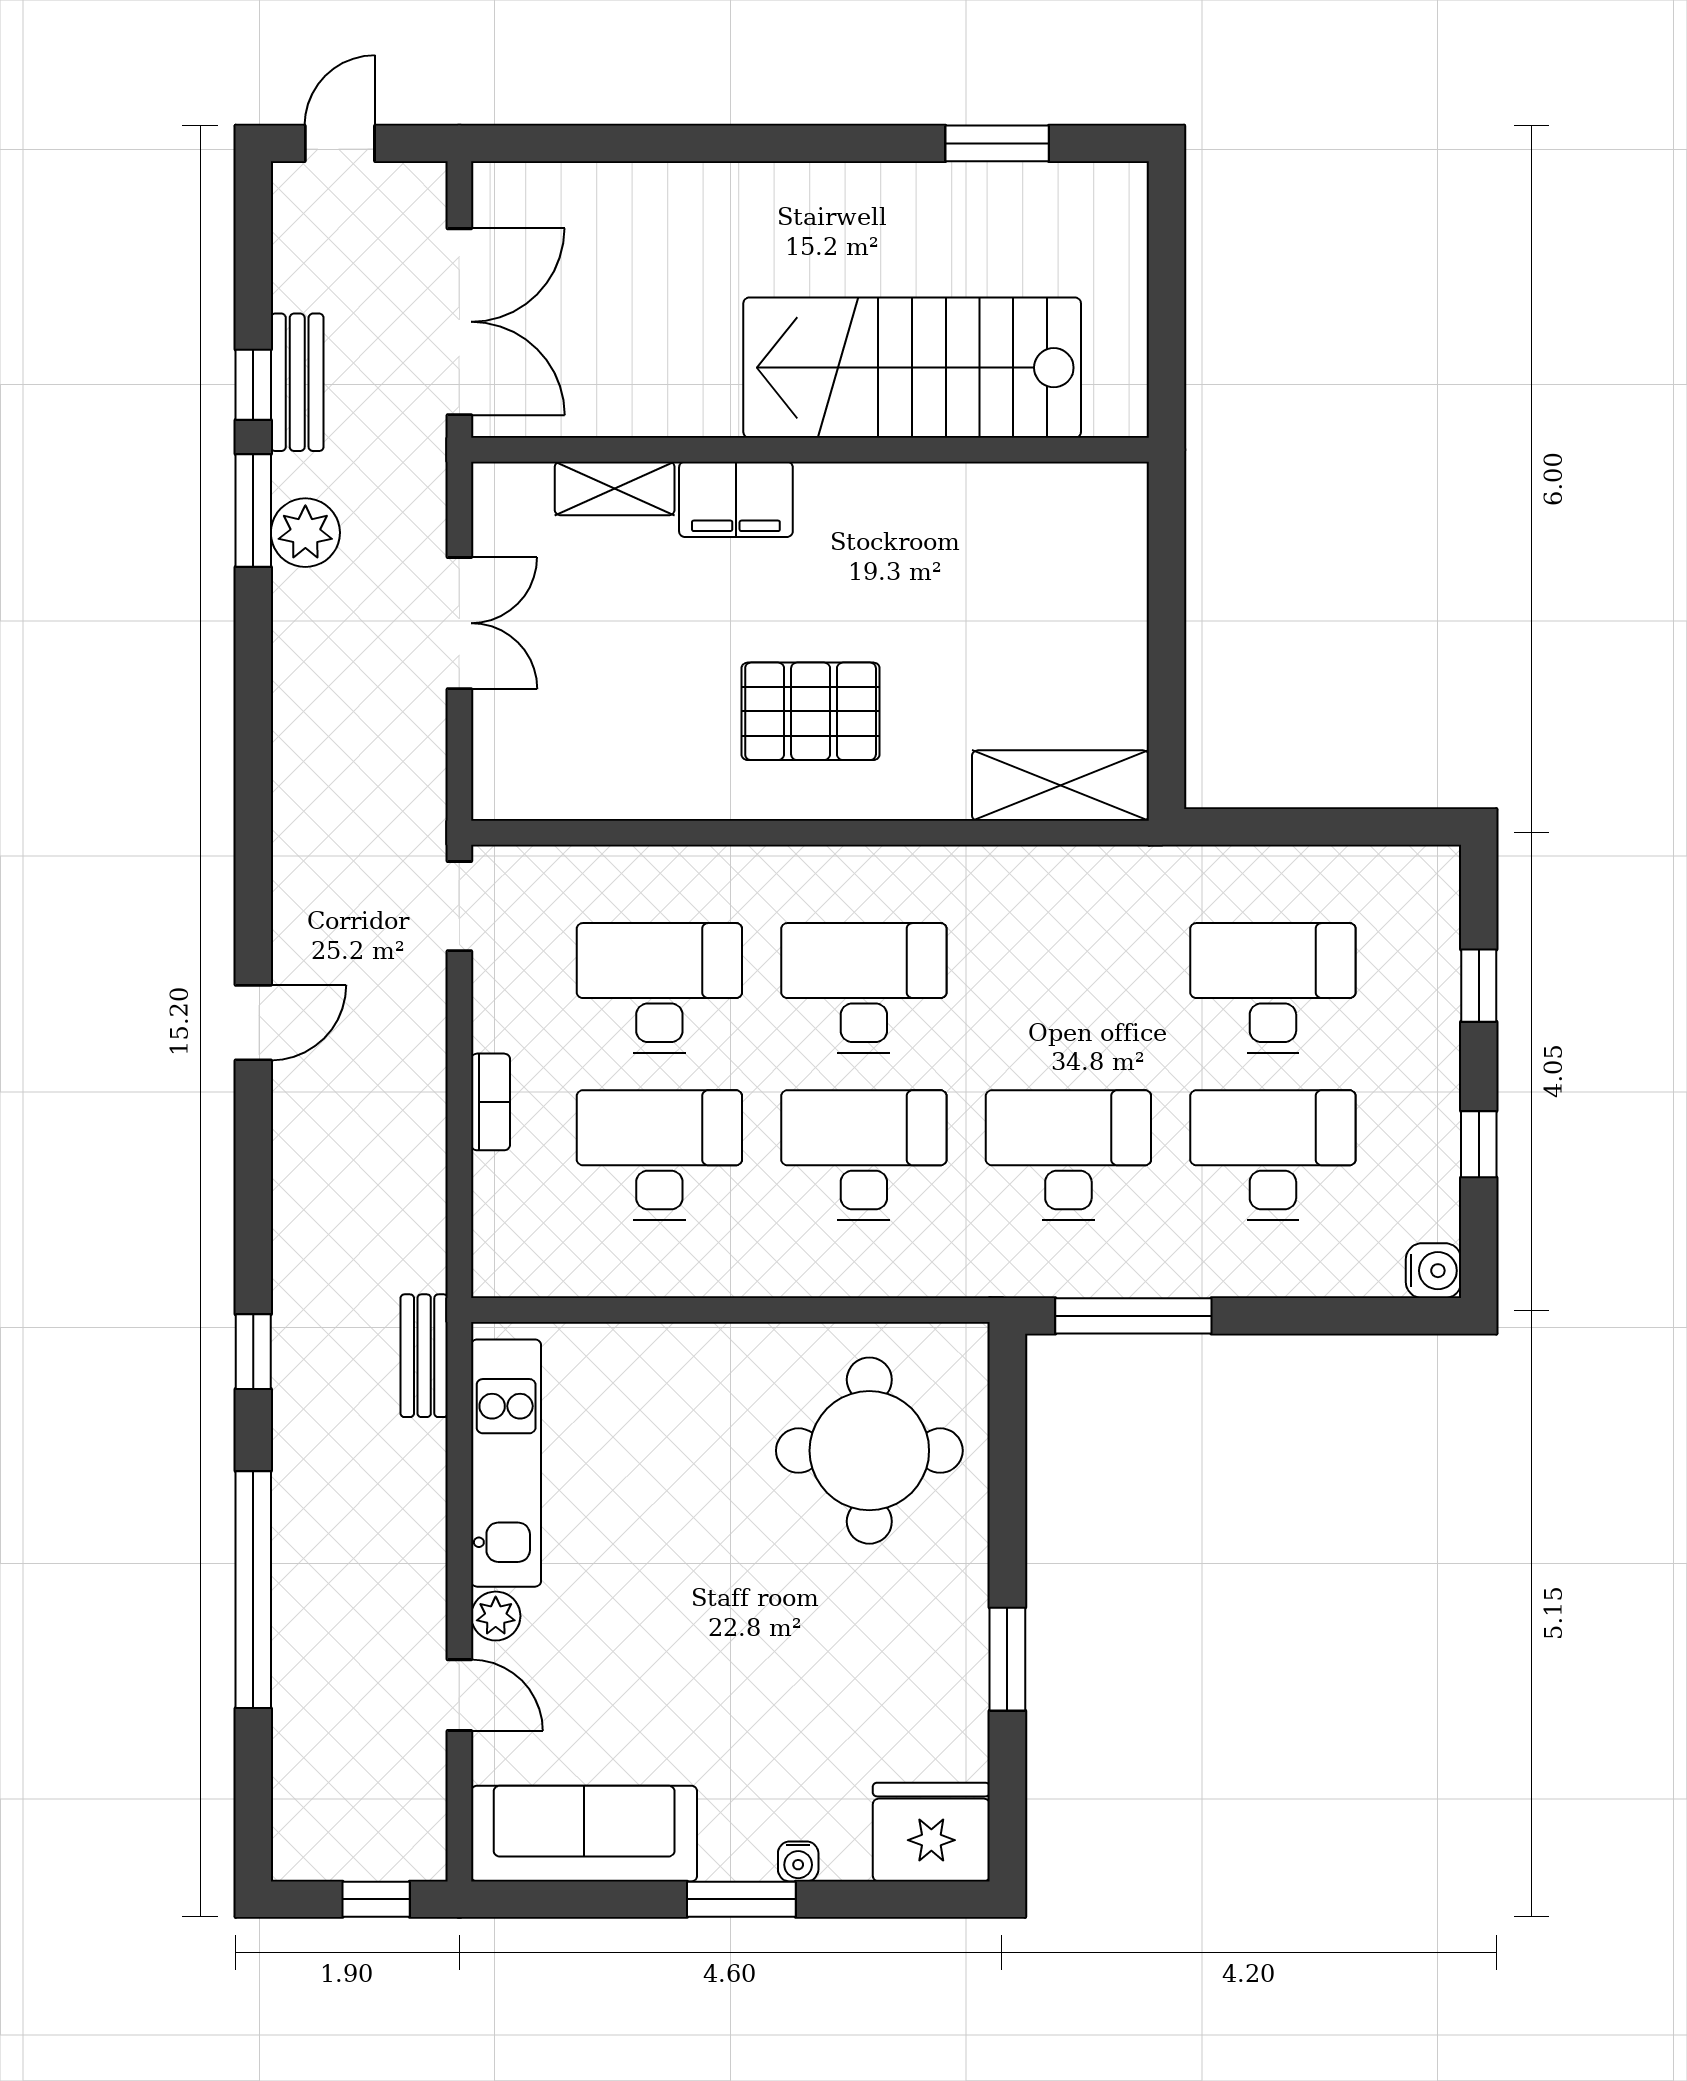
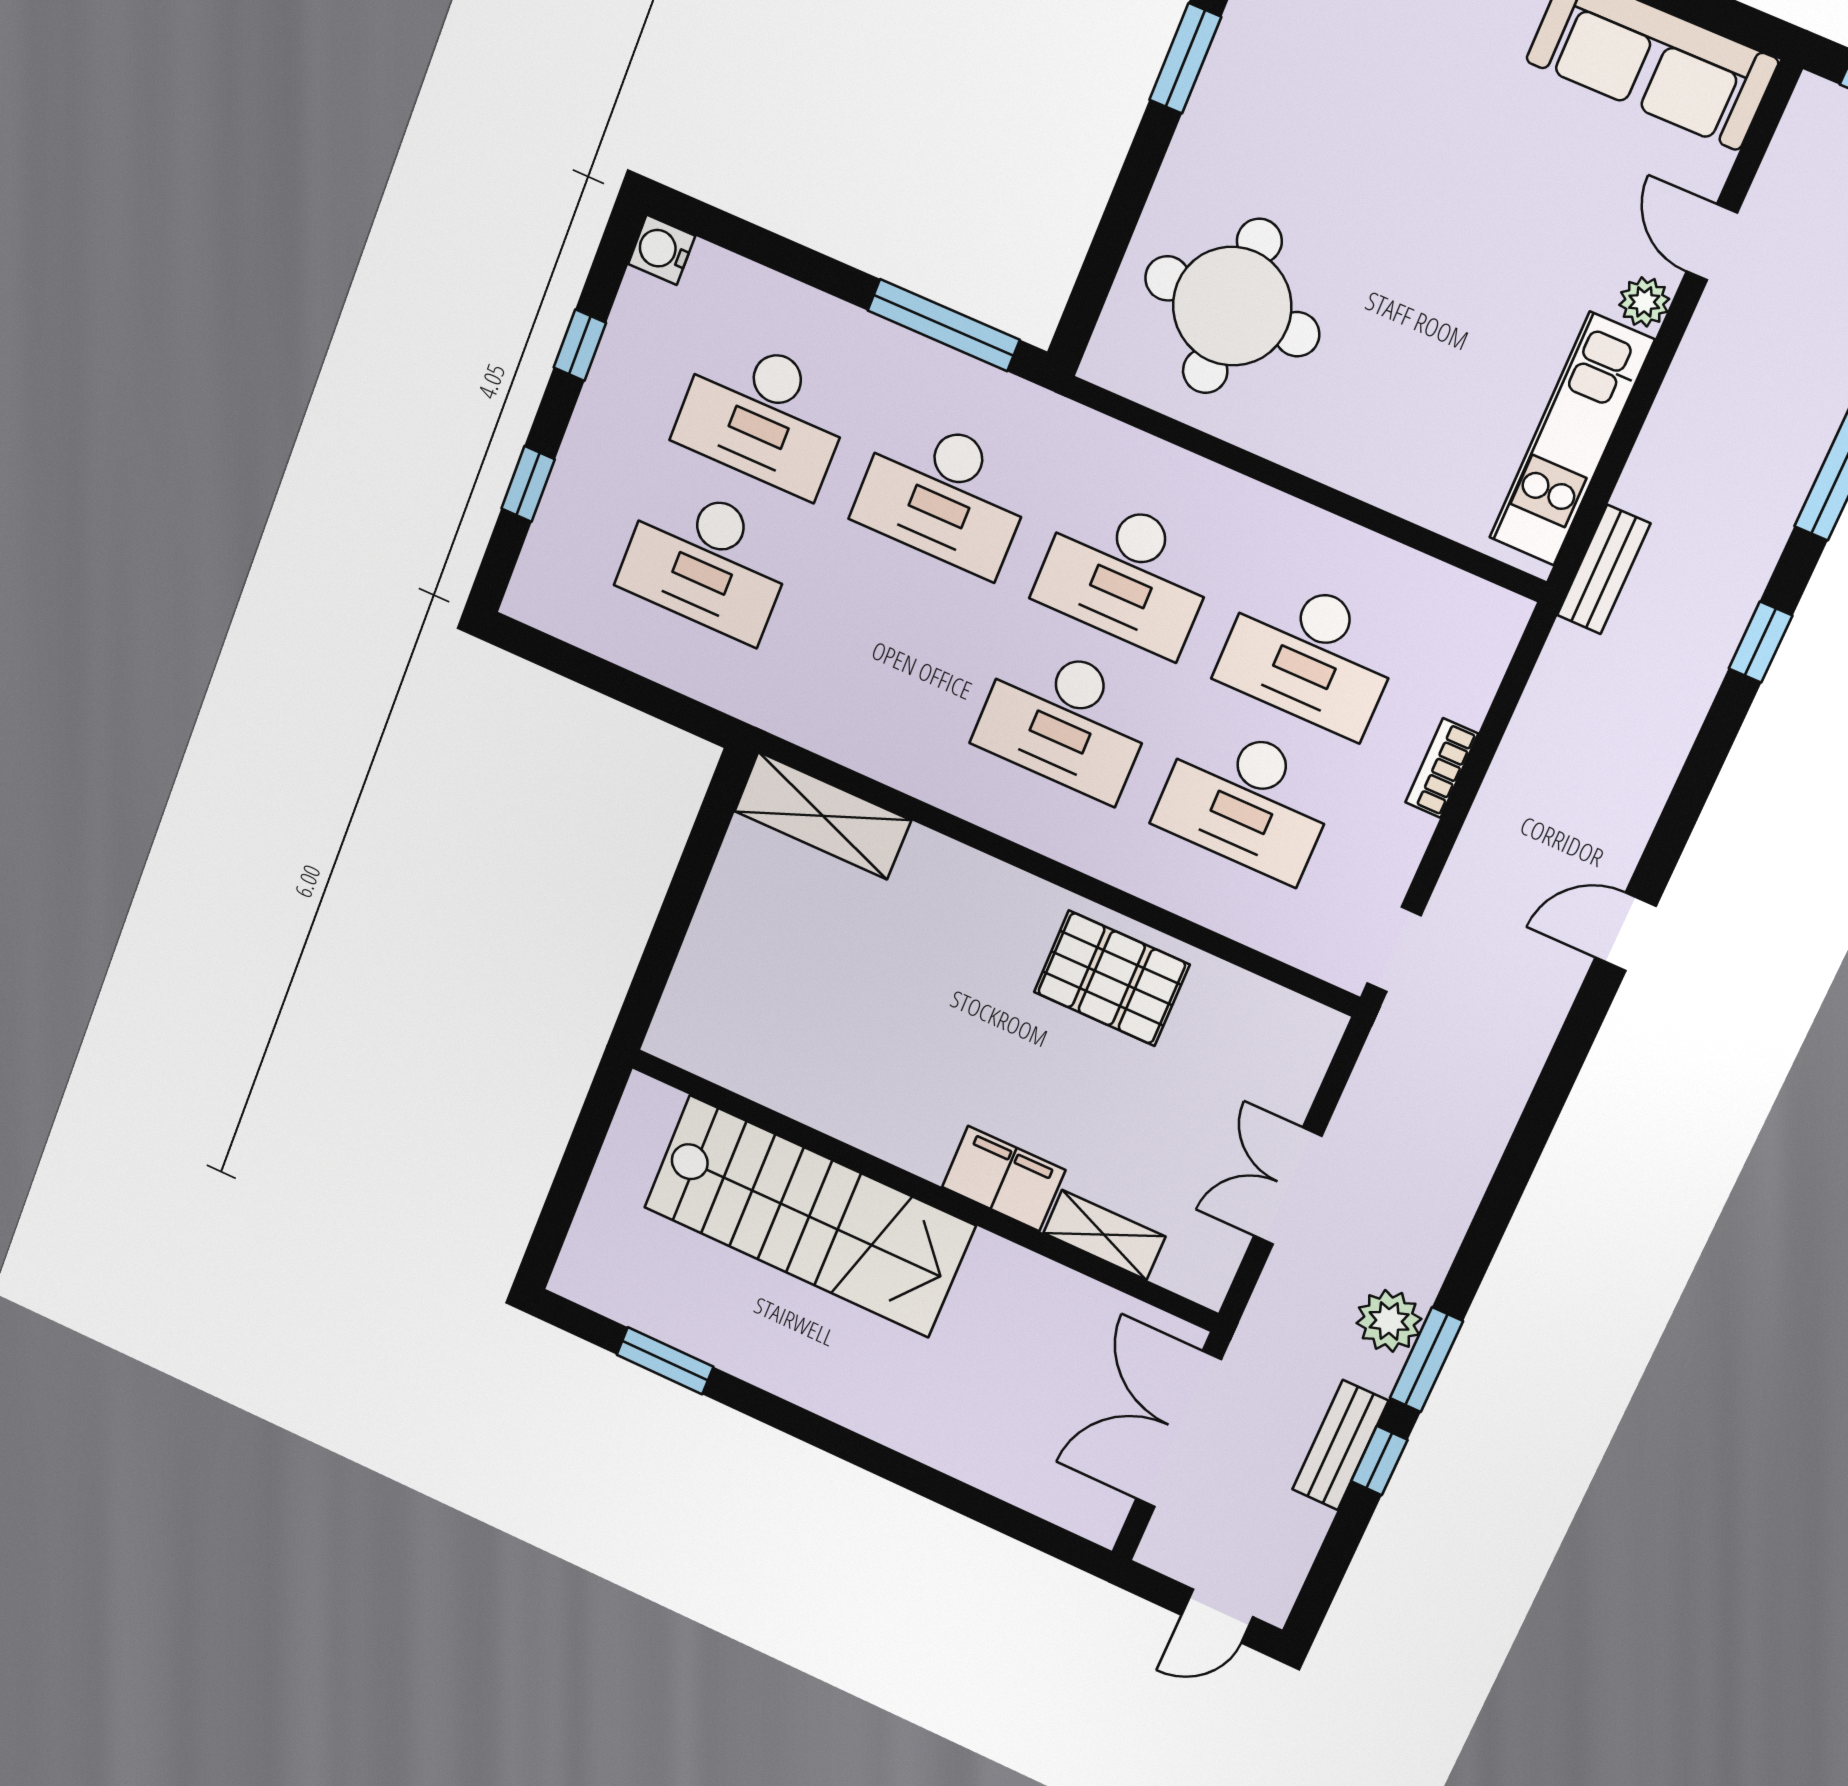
pallet: (811, 711) -> (1112, 978), moved

